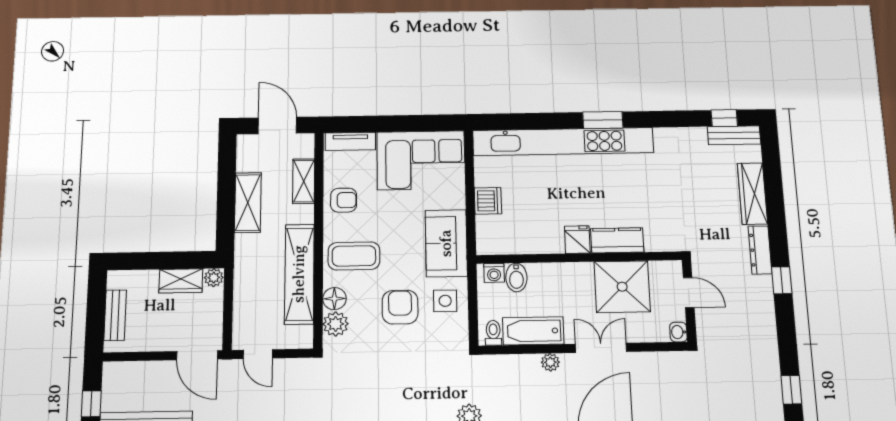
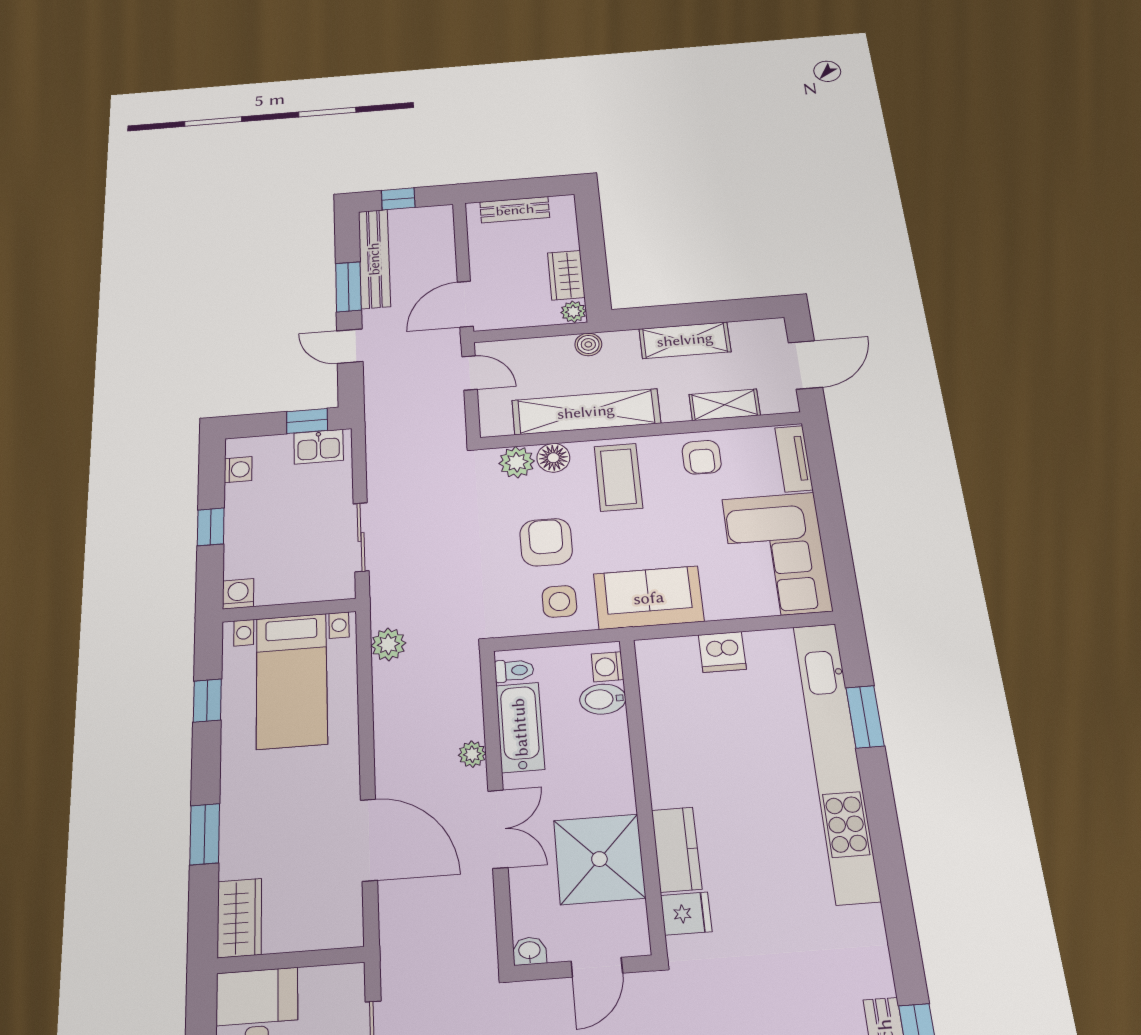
window: (603, 120) -> (865, 717), moved
fridge: (577, 240) -> (686, 914), moved
boiler: (243, 269) -> (588, 344), added
armchair: (400, 307) -> (546, 542), turned -90
door: (258, 354) -> (470, 373), swing flipped

